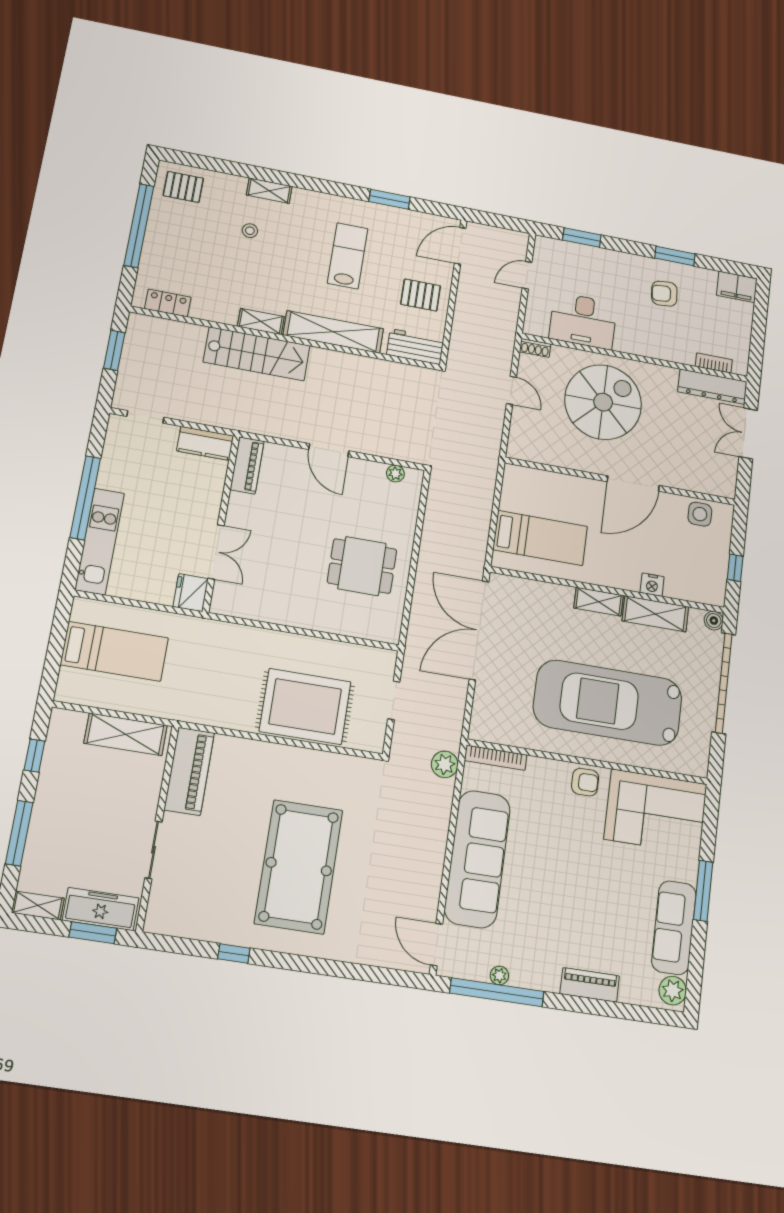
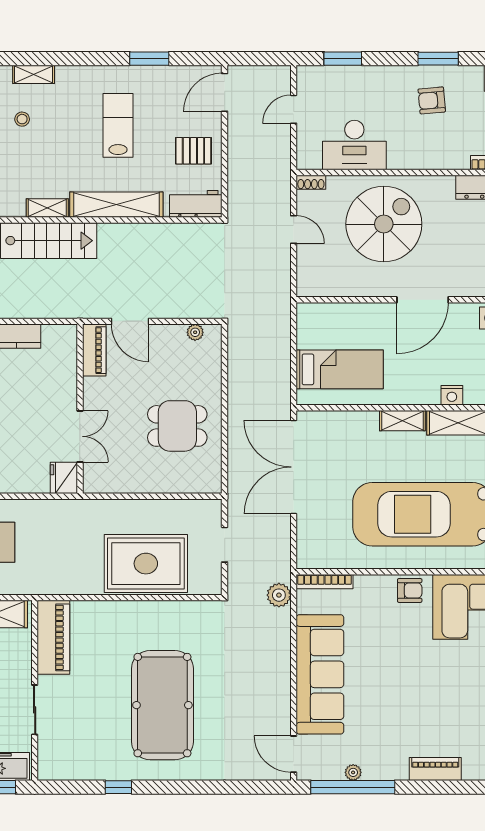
piano: (247, 465) -> (94, 350), moved
wall: (221, 523) -> (80, 409), moved
double door: (216, 552) -> (80, 436), moved
fridge: (191, 593) -> (64, 478), moved

